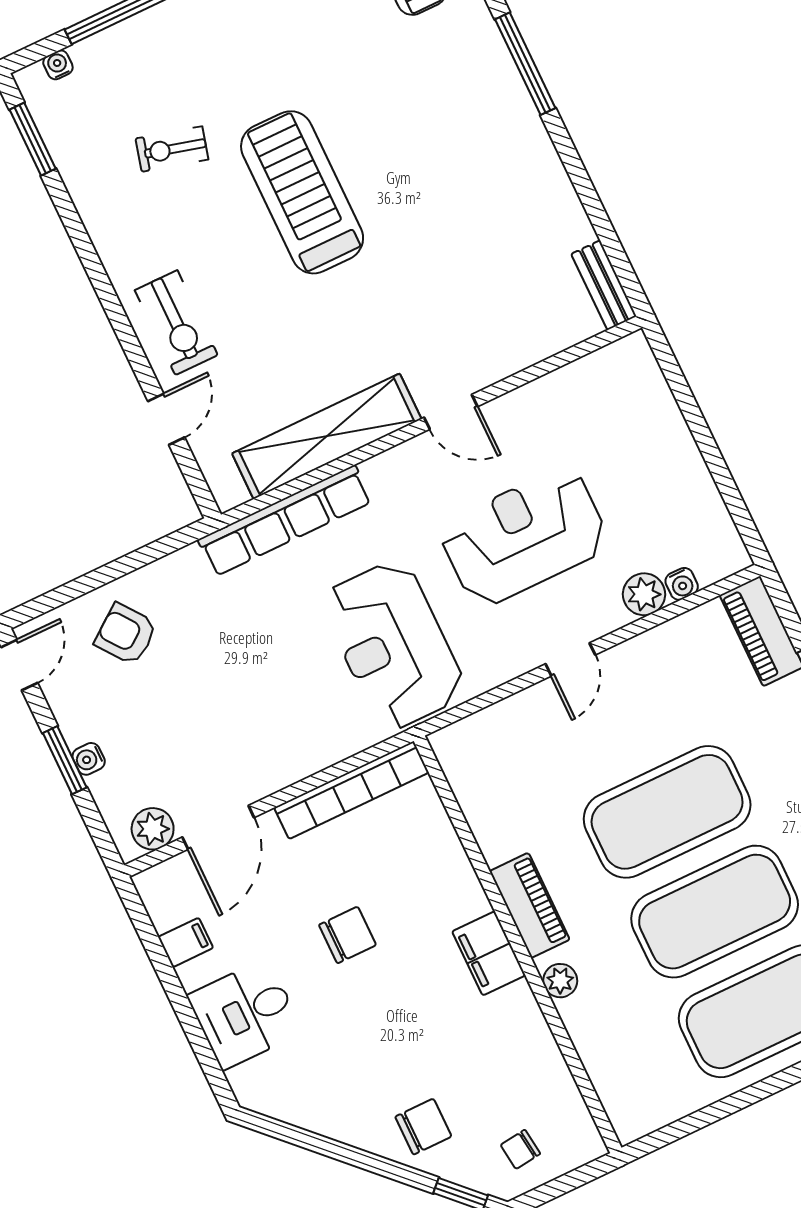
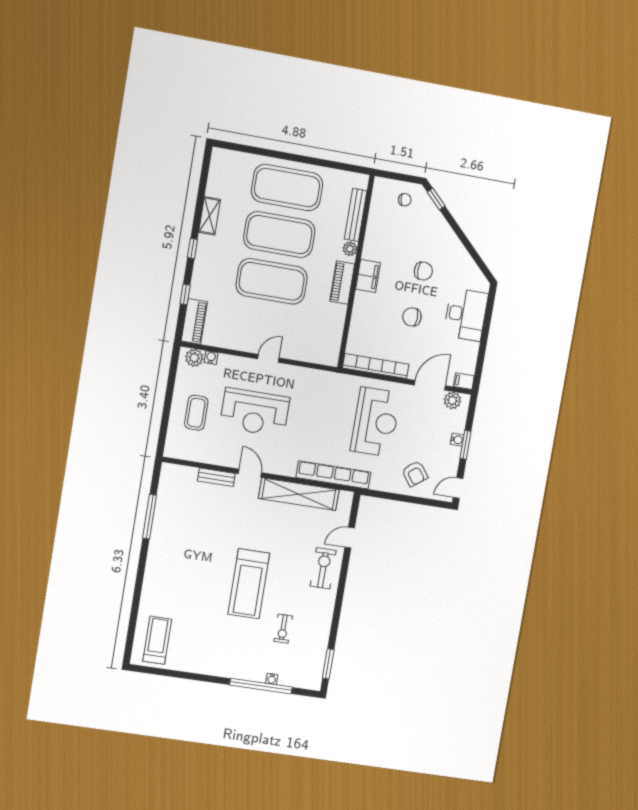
window: (525, 64) -> (150, 517), moved
water cooler: (58, 65) -> (272, 679), moved
exercise bike: (172, 149) -> (283, 629), turned 75
bench: (604, 285) -> (216, 477), moved, turned 90
coffee table: (636, 458) -> (196, 413), added
plant: (644, 594) -> (194, 358), moved
reception desk: (393, 645) -> (376, 422), moved
filing cabinet: (186, 942) -> (464, 381), moved
desk: (245, 1014) -> (466, 315), width x1.37
bench: (595, 1053) -> (356, 215), added
chair: (423, 1127) -> (423, 271), moved, turned 180

